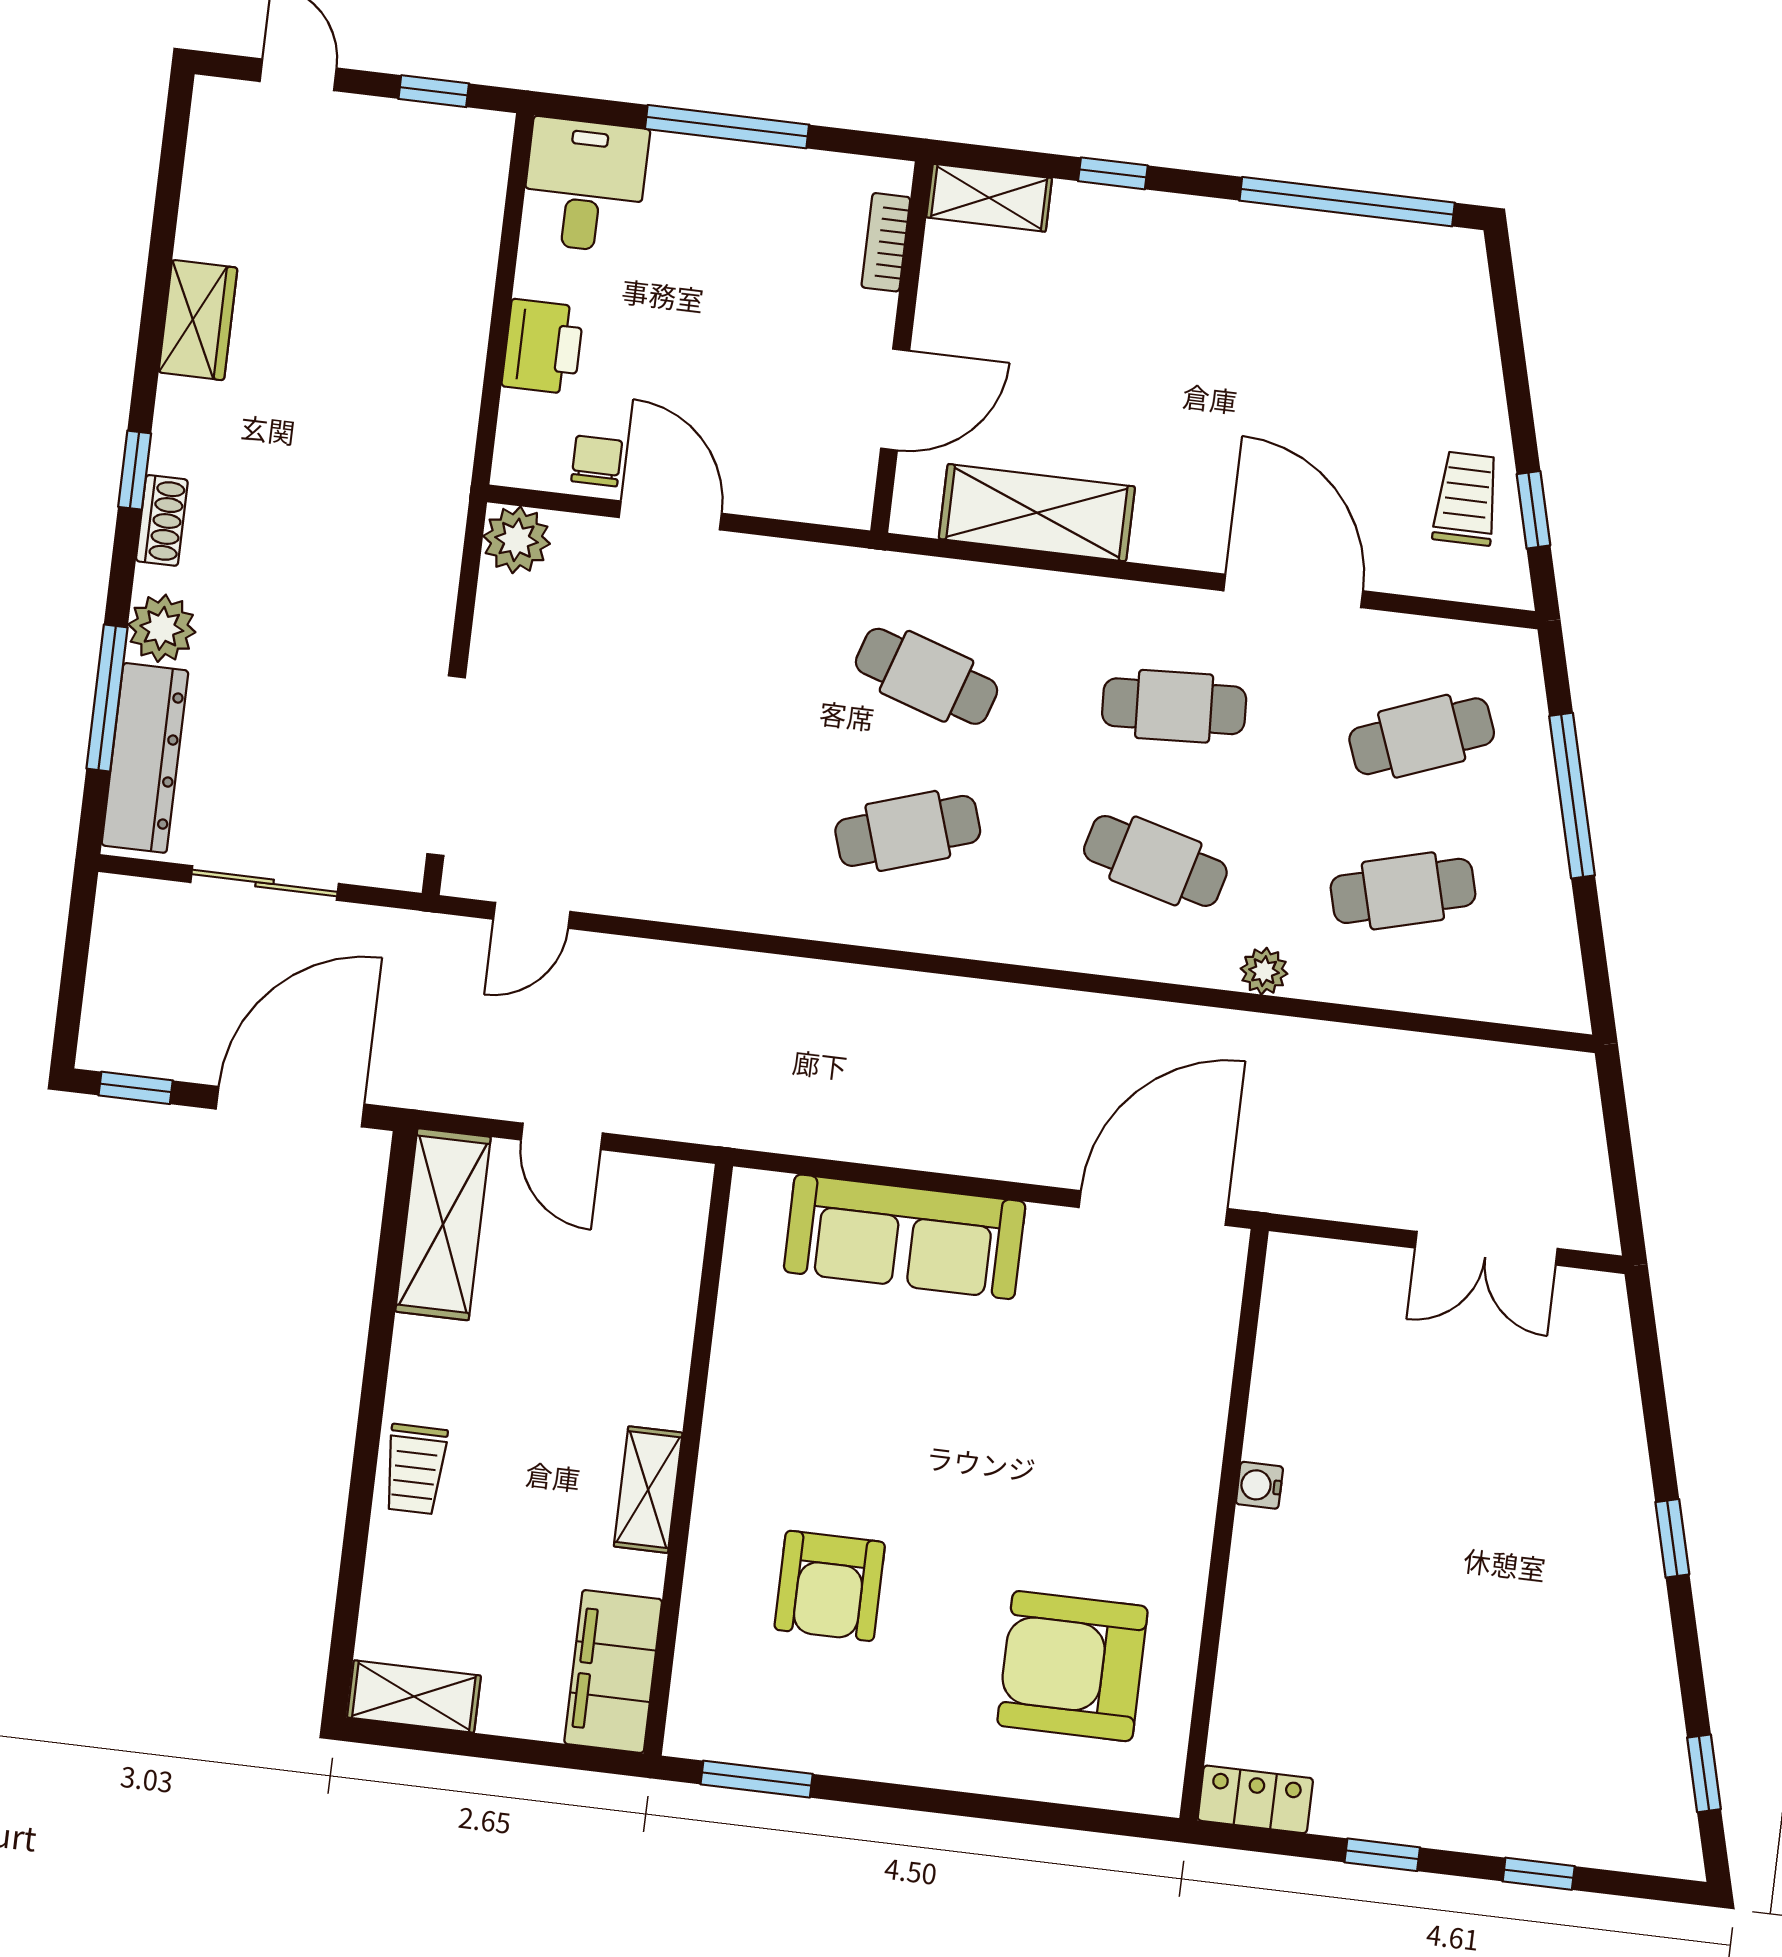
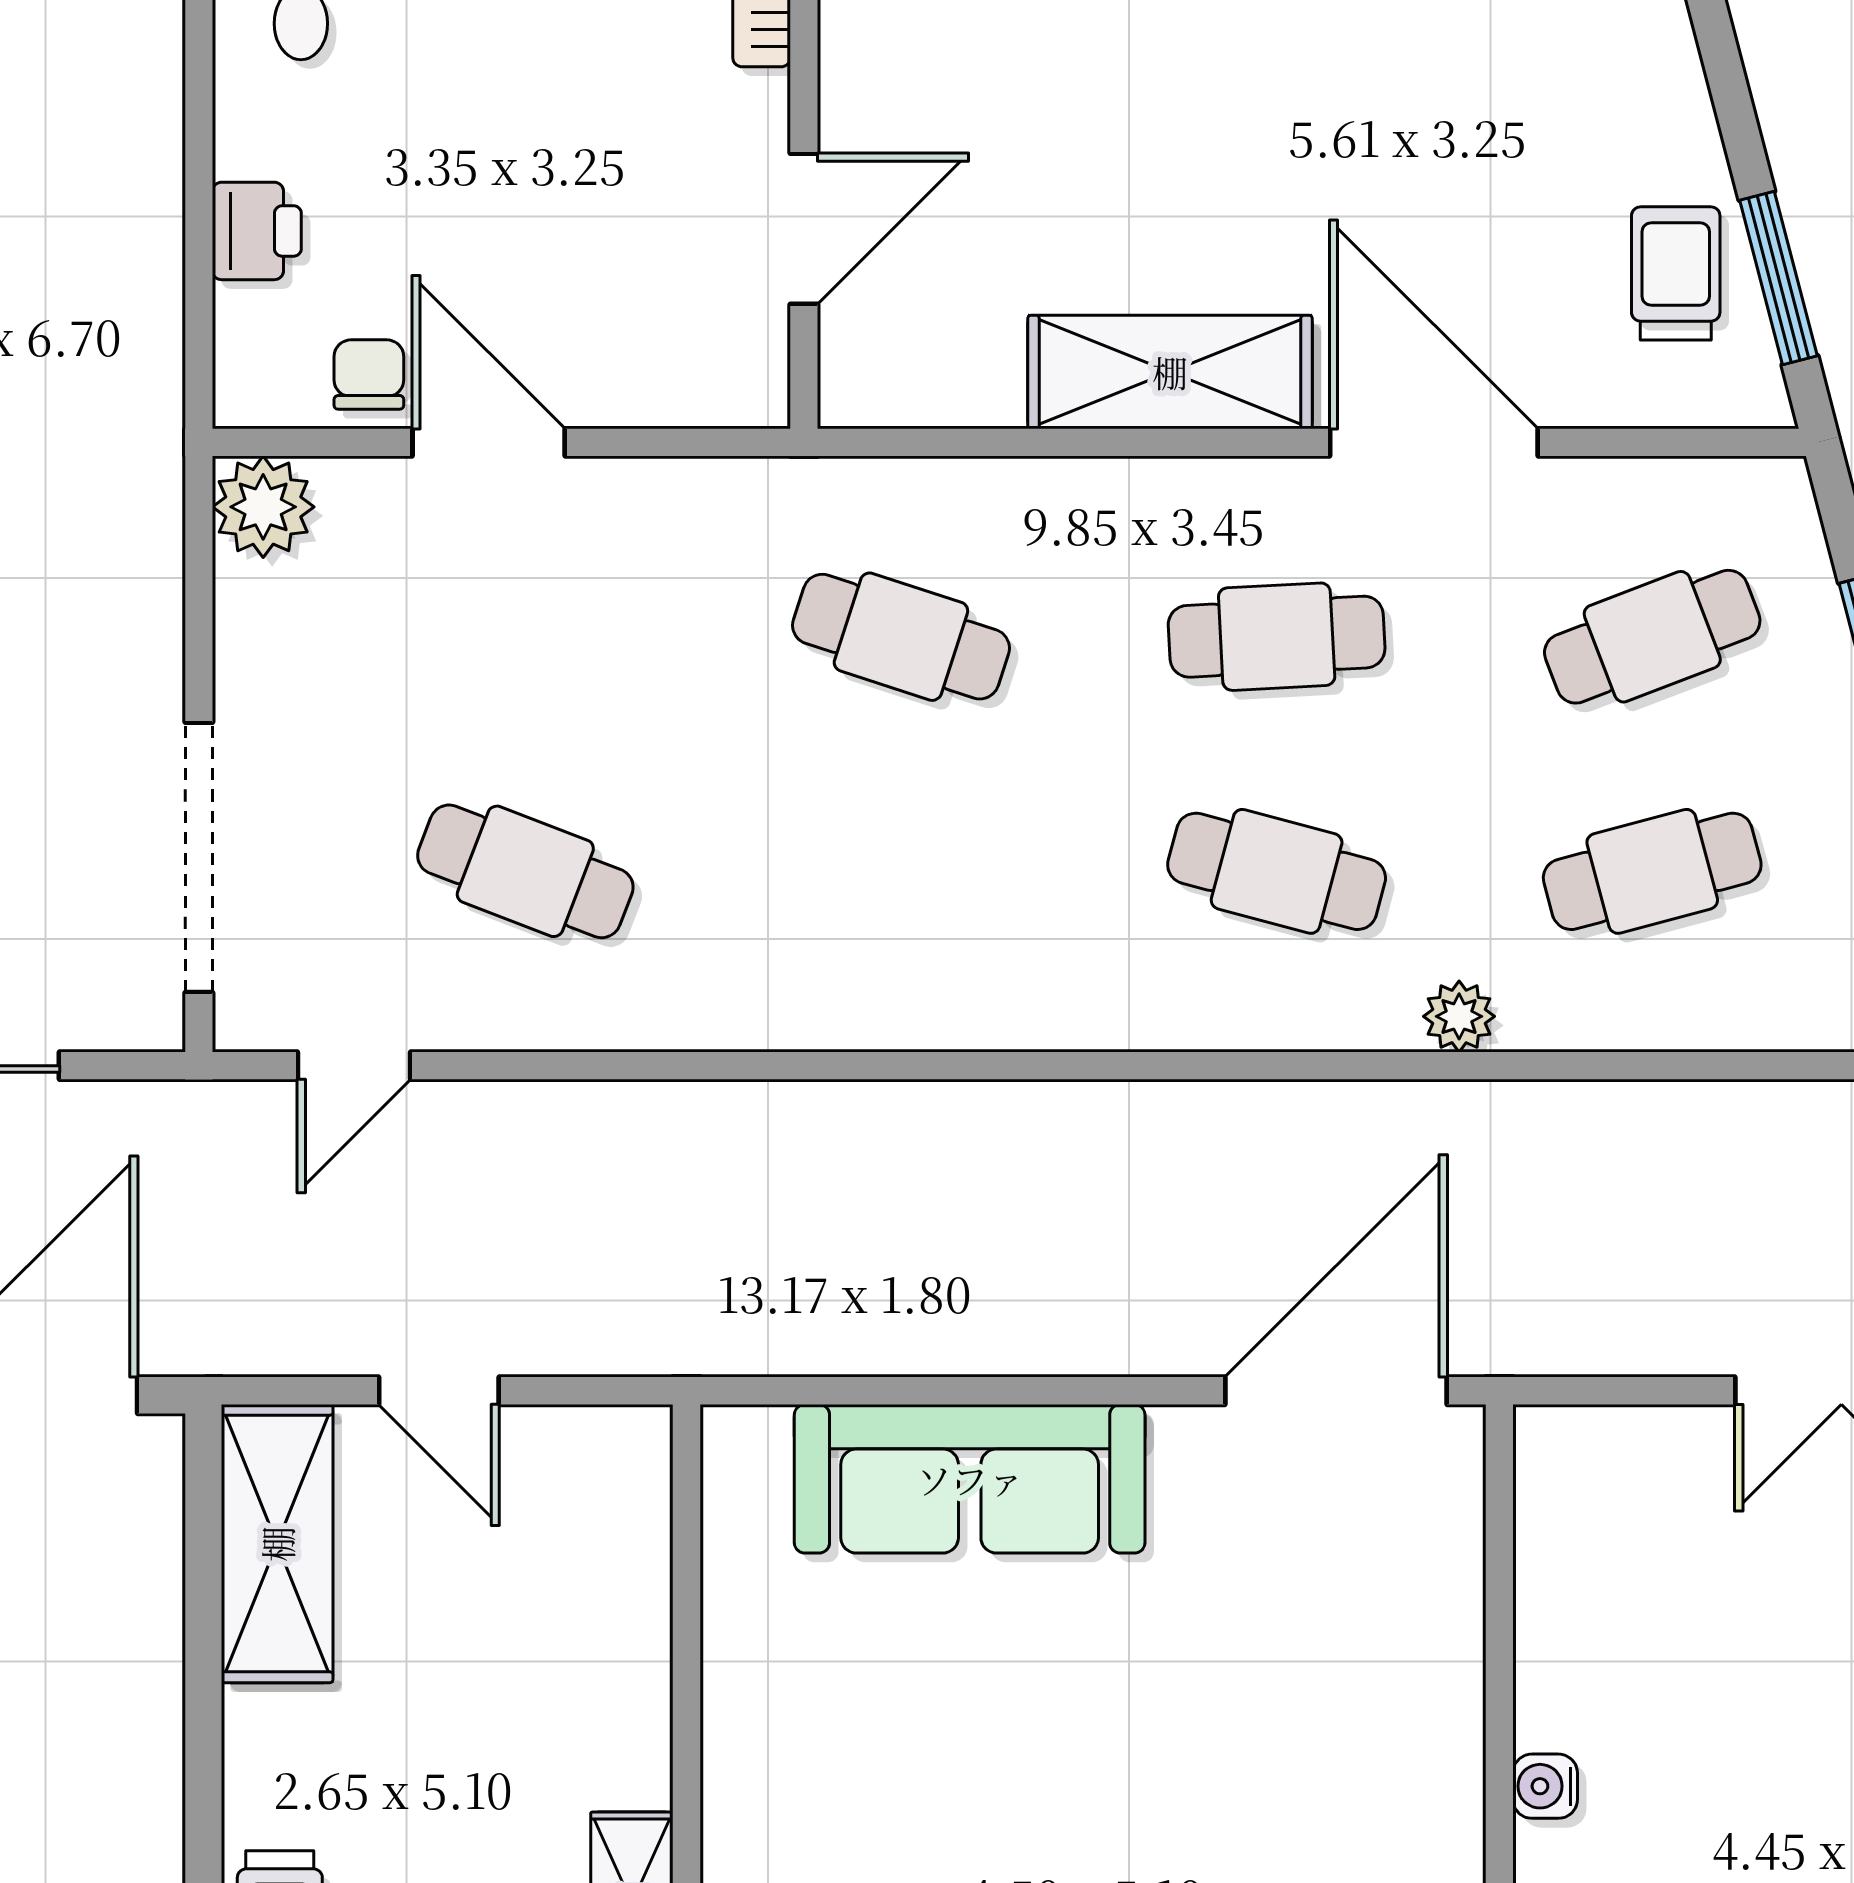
printer: (543, 347) -> (257, 231), width x0.73, depth x0.81
window: (1533, 510) -> (1778, 278), width x1.50
shelving: (1037, 513) -> (1170, 372), moved
cafe table: (908, 831) -> (525, 871), moved, turned 39

